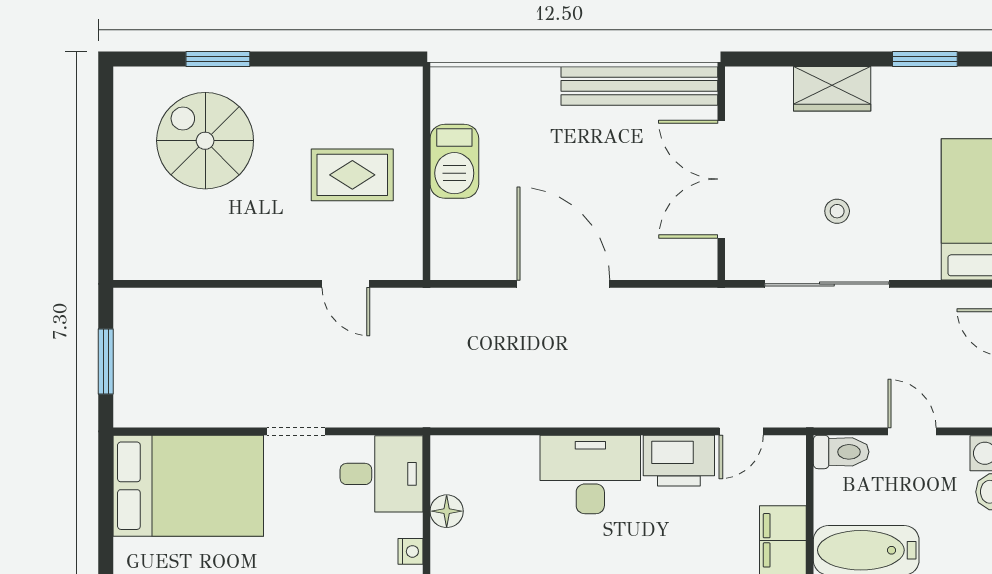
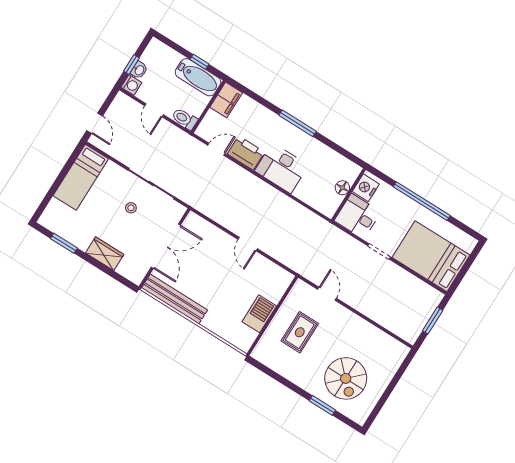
rug: (352, 175) -> (300, 332), turned 90
door: (563, 284) -> (248, 244), width x0.53
nightstand: (410, 551) -> (366, 188), width x1.89, depth x1.79

